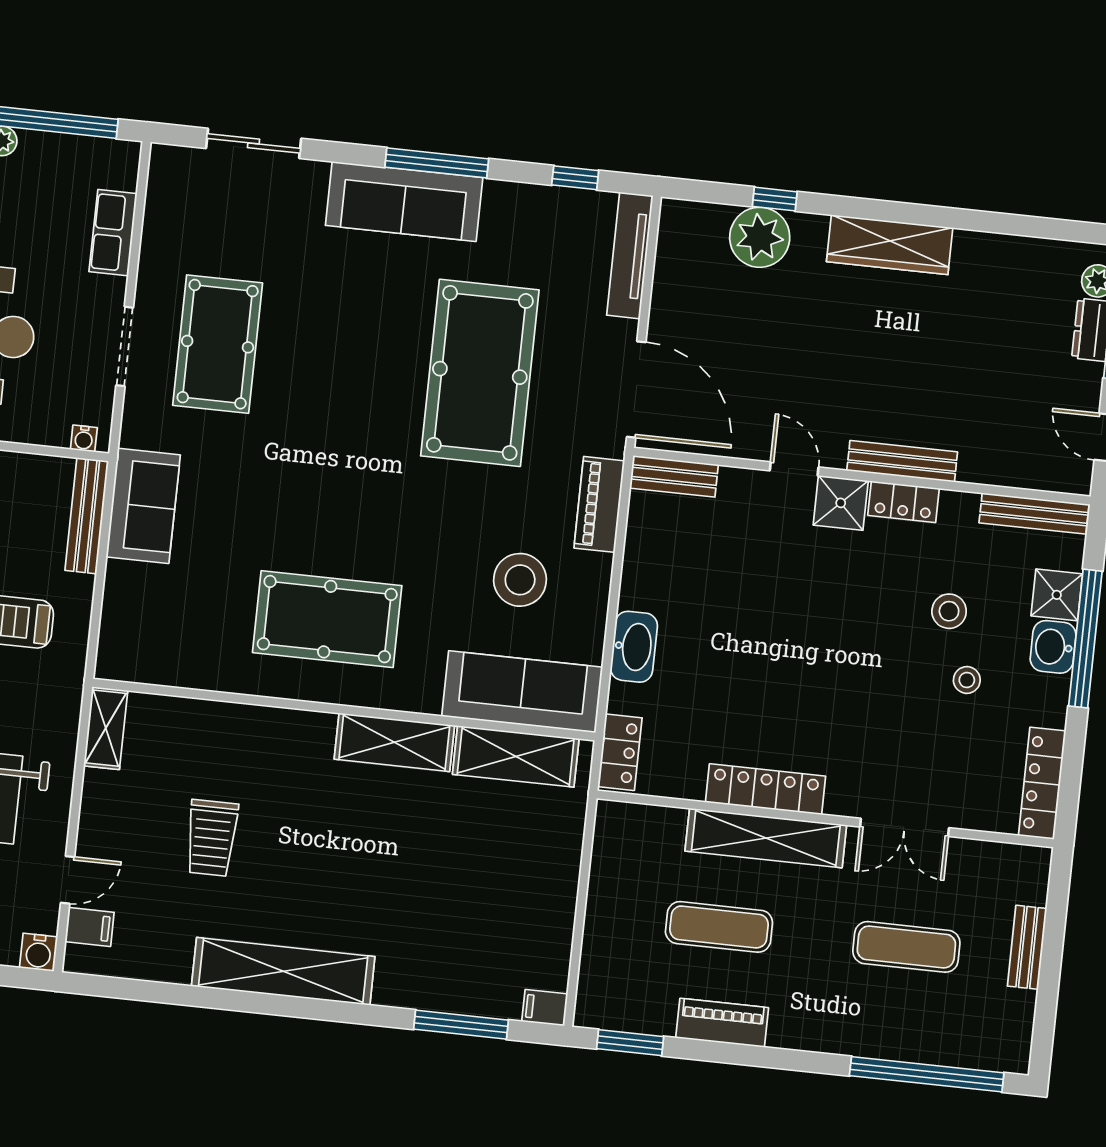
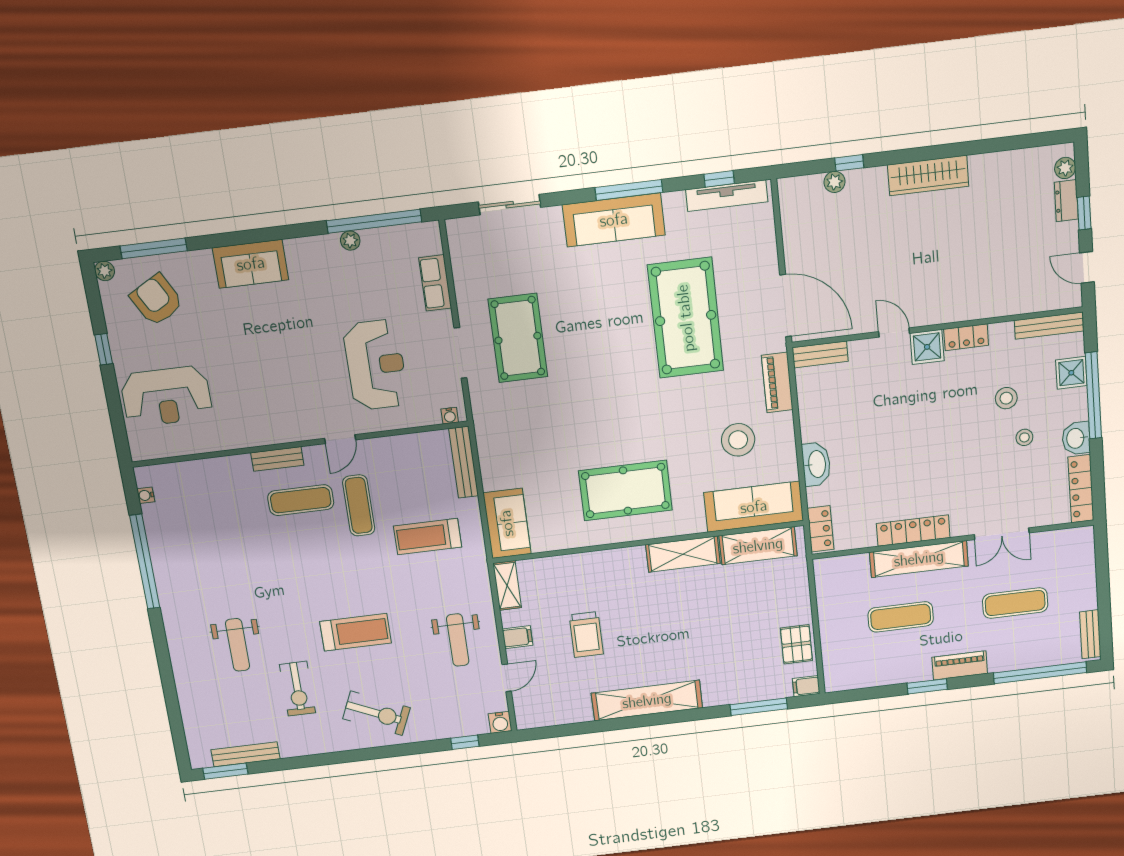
plant: (760, 237) -> (835, 182), width x0.53, depth x0.53
tv unit: (630, 255) -> (727, 196), moved, turned -90
bench: (902, 461) -> (961, 312), removed
sofa: (143, 506) -> (507, 523), moved
washbasin: (1053, 647) -> (1076, 438), moved
filing cabinet: (90, 927) -> (517, 637), moved
pallet: (543, 933) -> (796, 644), added
bench: (1027, 947) -> (1090, 634), moved
piano: (722, 1023) -> (960, 665), moved
window: (630, 1043) -> (927, 686), moved

